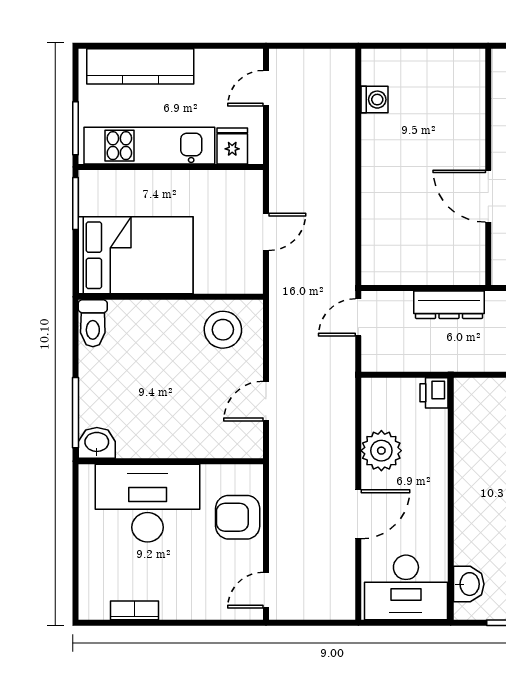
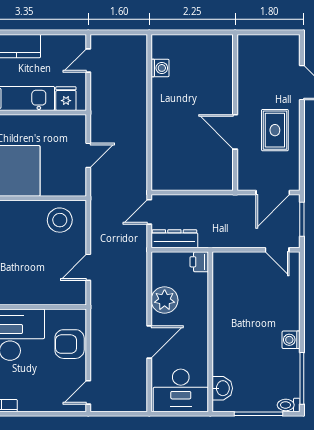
dresser: (449, 305) -> (174, 239), moved, turned 180

